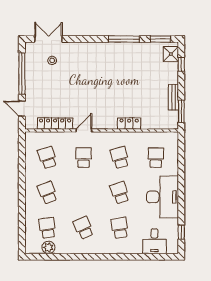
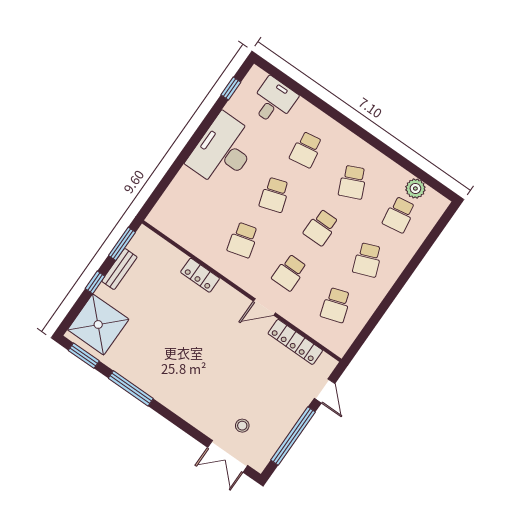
shower: (171, 54) -> (98, 324), width x1.86, depth x1.86
window: (181, 64) -> (95, 282), moved
school desk: (156, 158) -> (321, 227), moved

